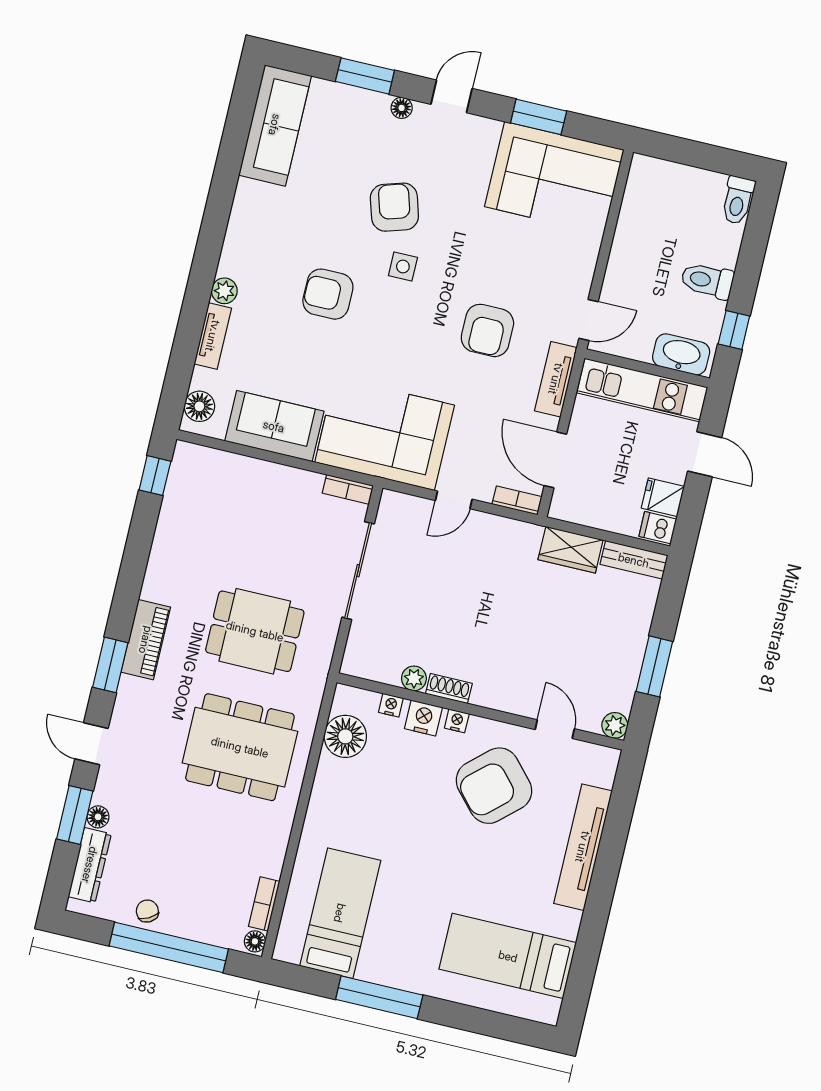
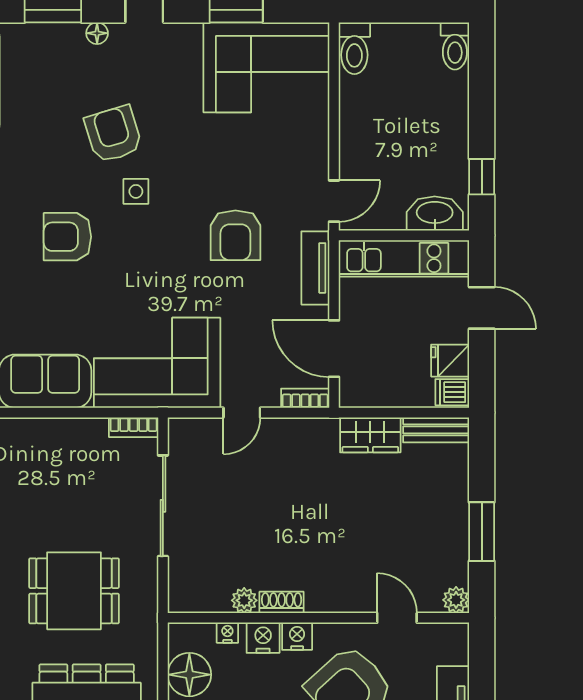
toilet: (707, 281) -> (354, 48), moved, turned -90
nightstand: (457, 721) -> (297, 636), width x1.39, depth x1.35

